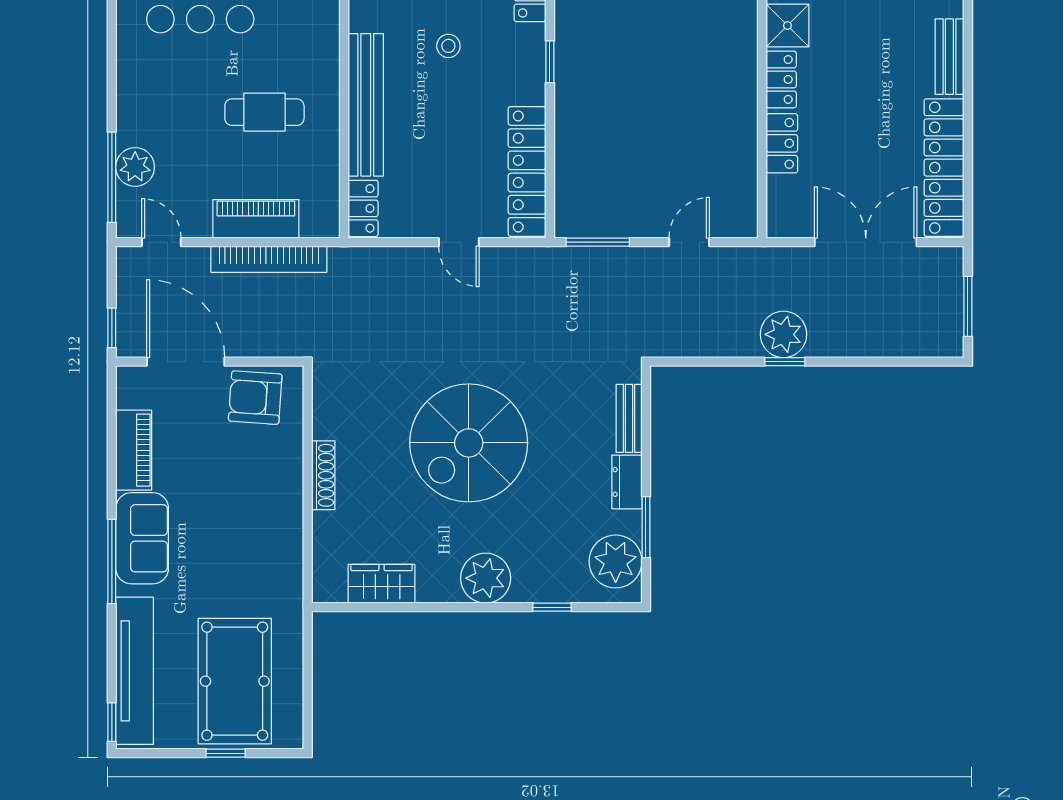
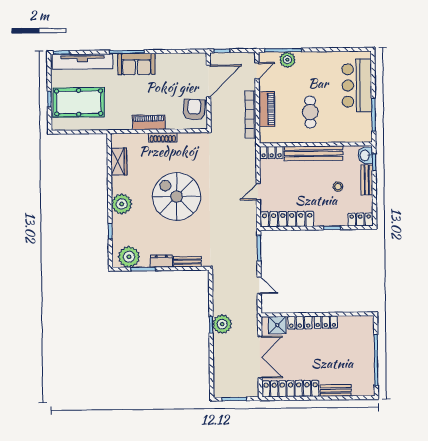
shower: (787, 26) -> (277, 325), moved
piano: (134, 450) -> (149, 122), moved, turned 180

